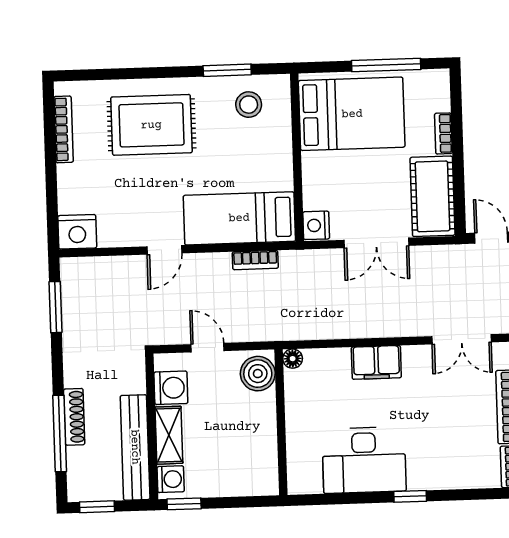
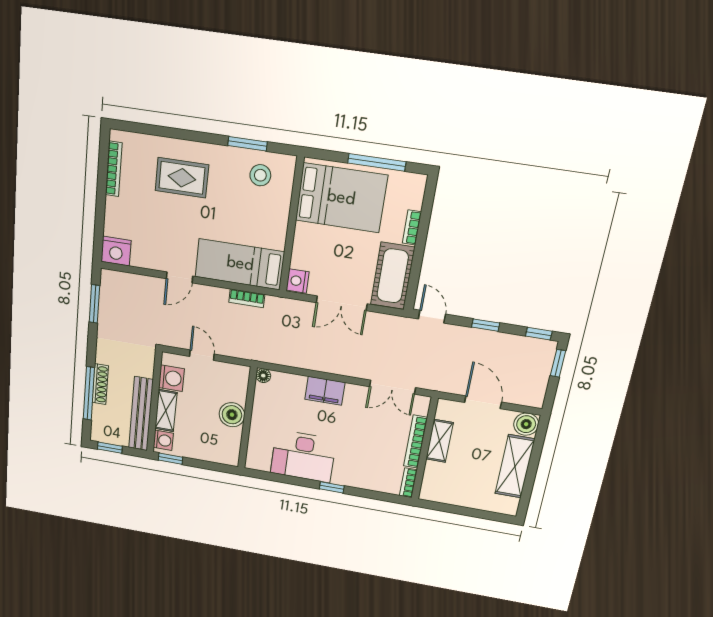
rug: (151, 125) -> (182, 178), width x0.73, depth x0.70
boiler: (258, 374) -> (232, 415), moved

